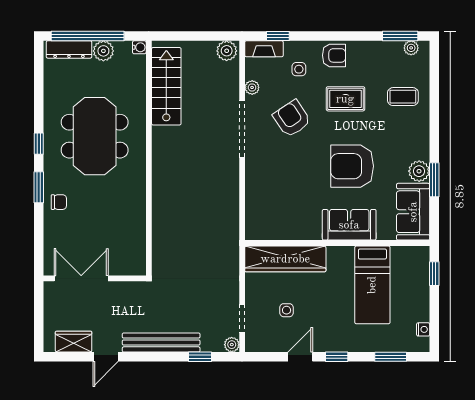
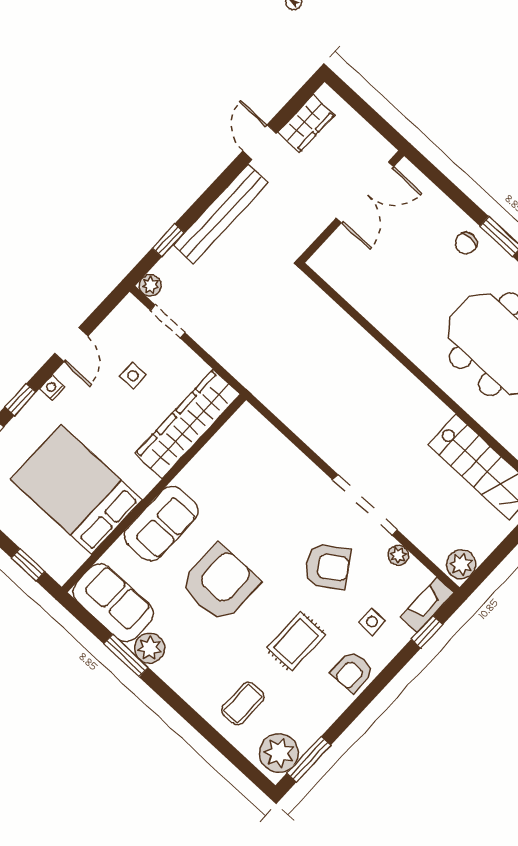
plant: (411, 48) -> (279, 753), width x1.88, depth x1.88
bed: (372, 285) -> (76, 490), width x1.50
nightstand: (332, 346) -> (52, 388), added
window: (337, 357) -> (20, 400), moved

